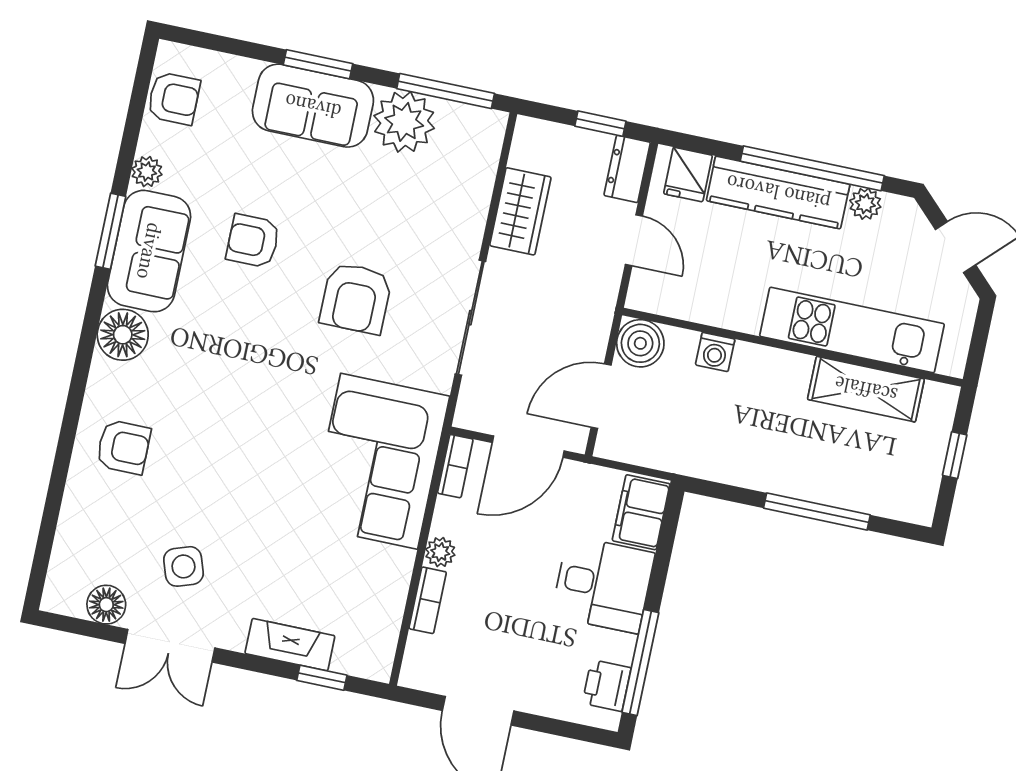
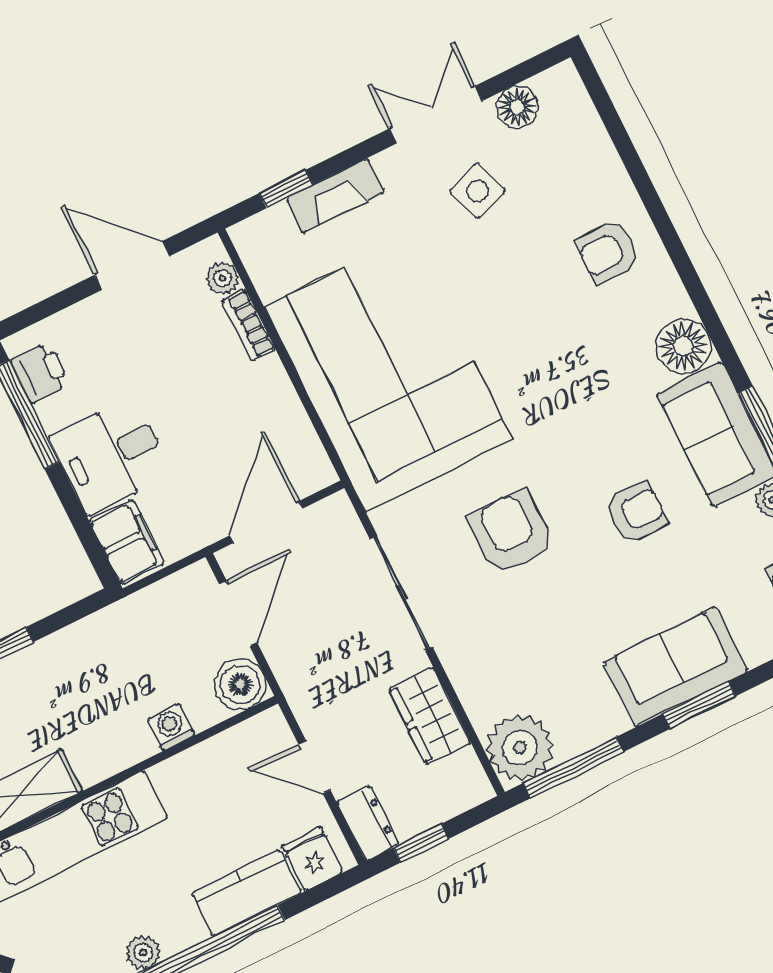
plant: (404, 122) -> (520, 747), moved
kitchen counter: (778, 192) -> (247, 893), width x0.67
corner sofa: (379, 461) -> (388, 373), width x1.36, depth x1.36
bookcase: (455, 466) -> (315, 457), removed
plant: (440, 552) -> (222, 278), moved

